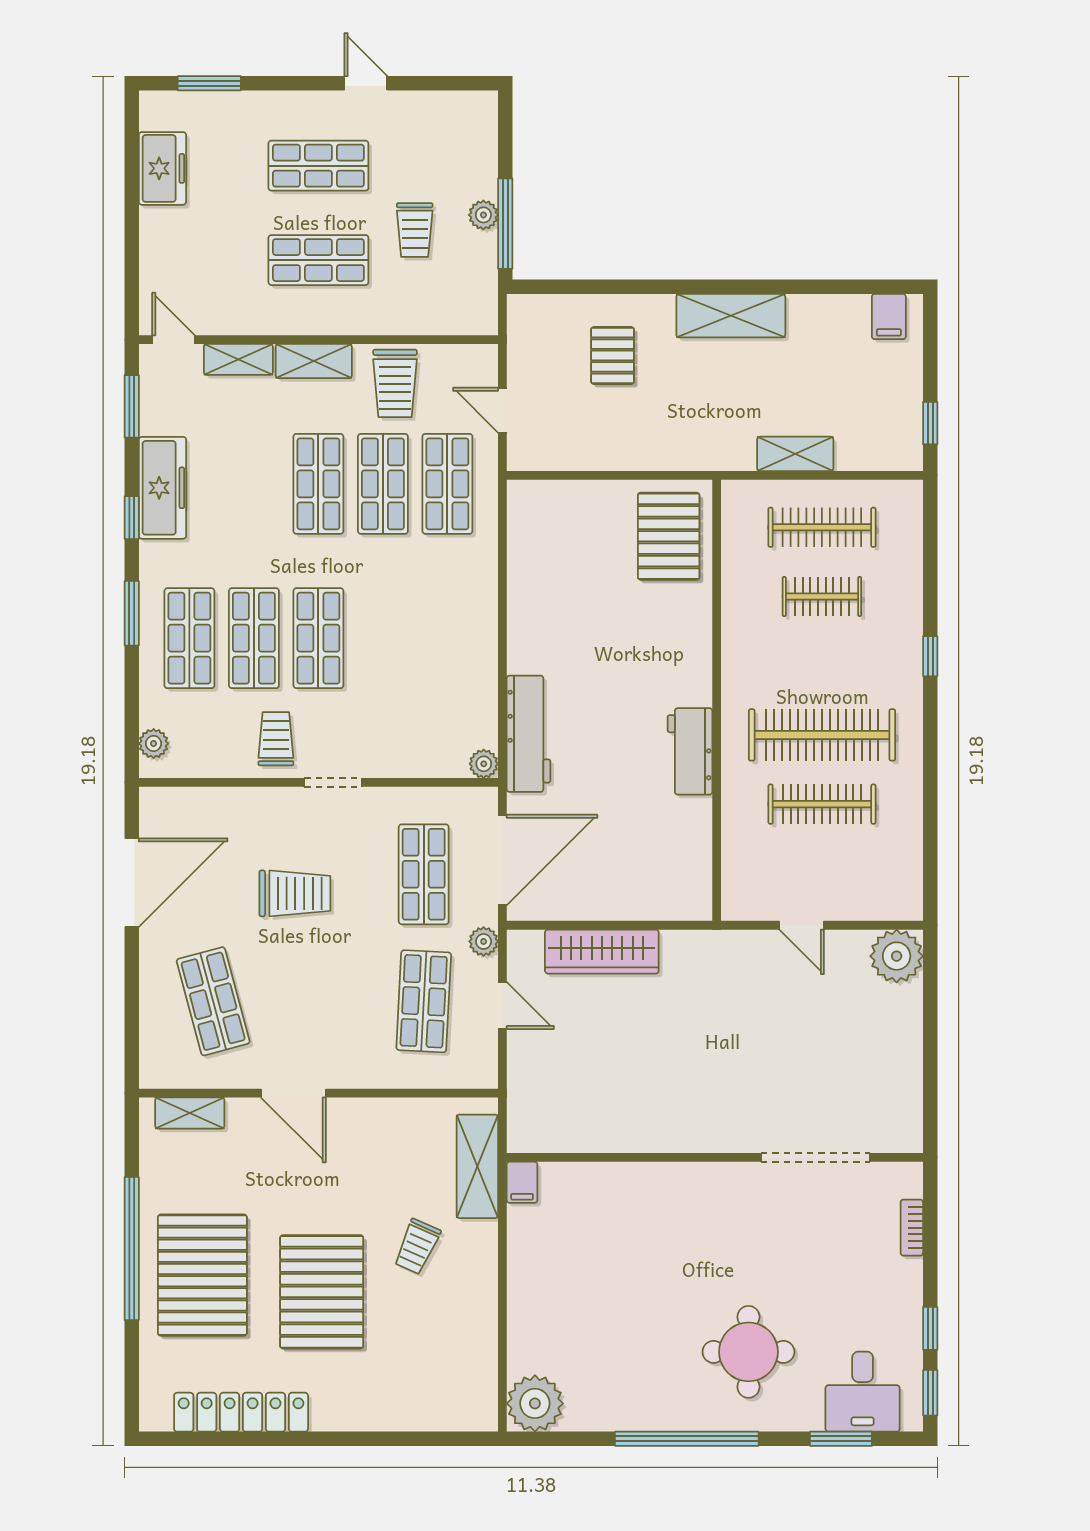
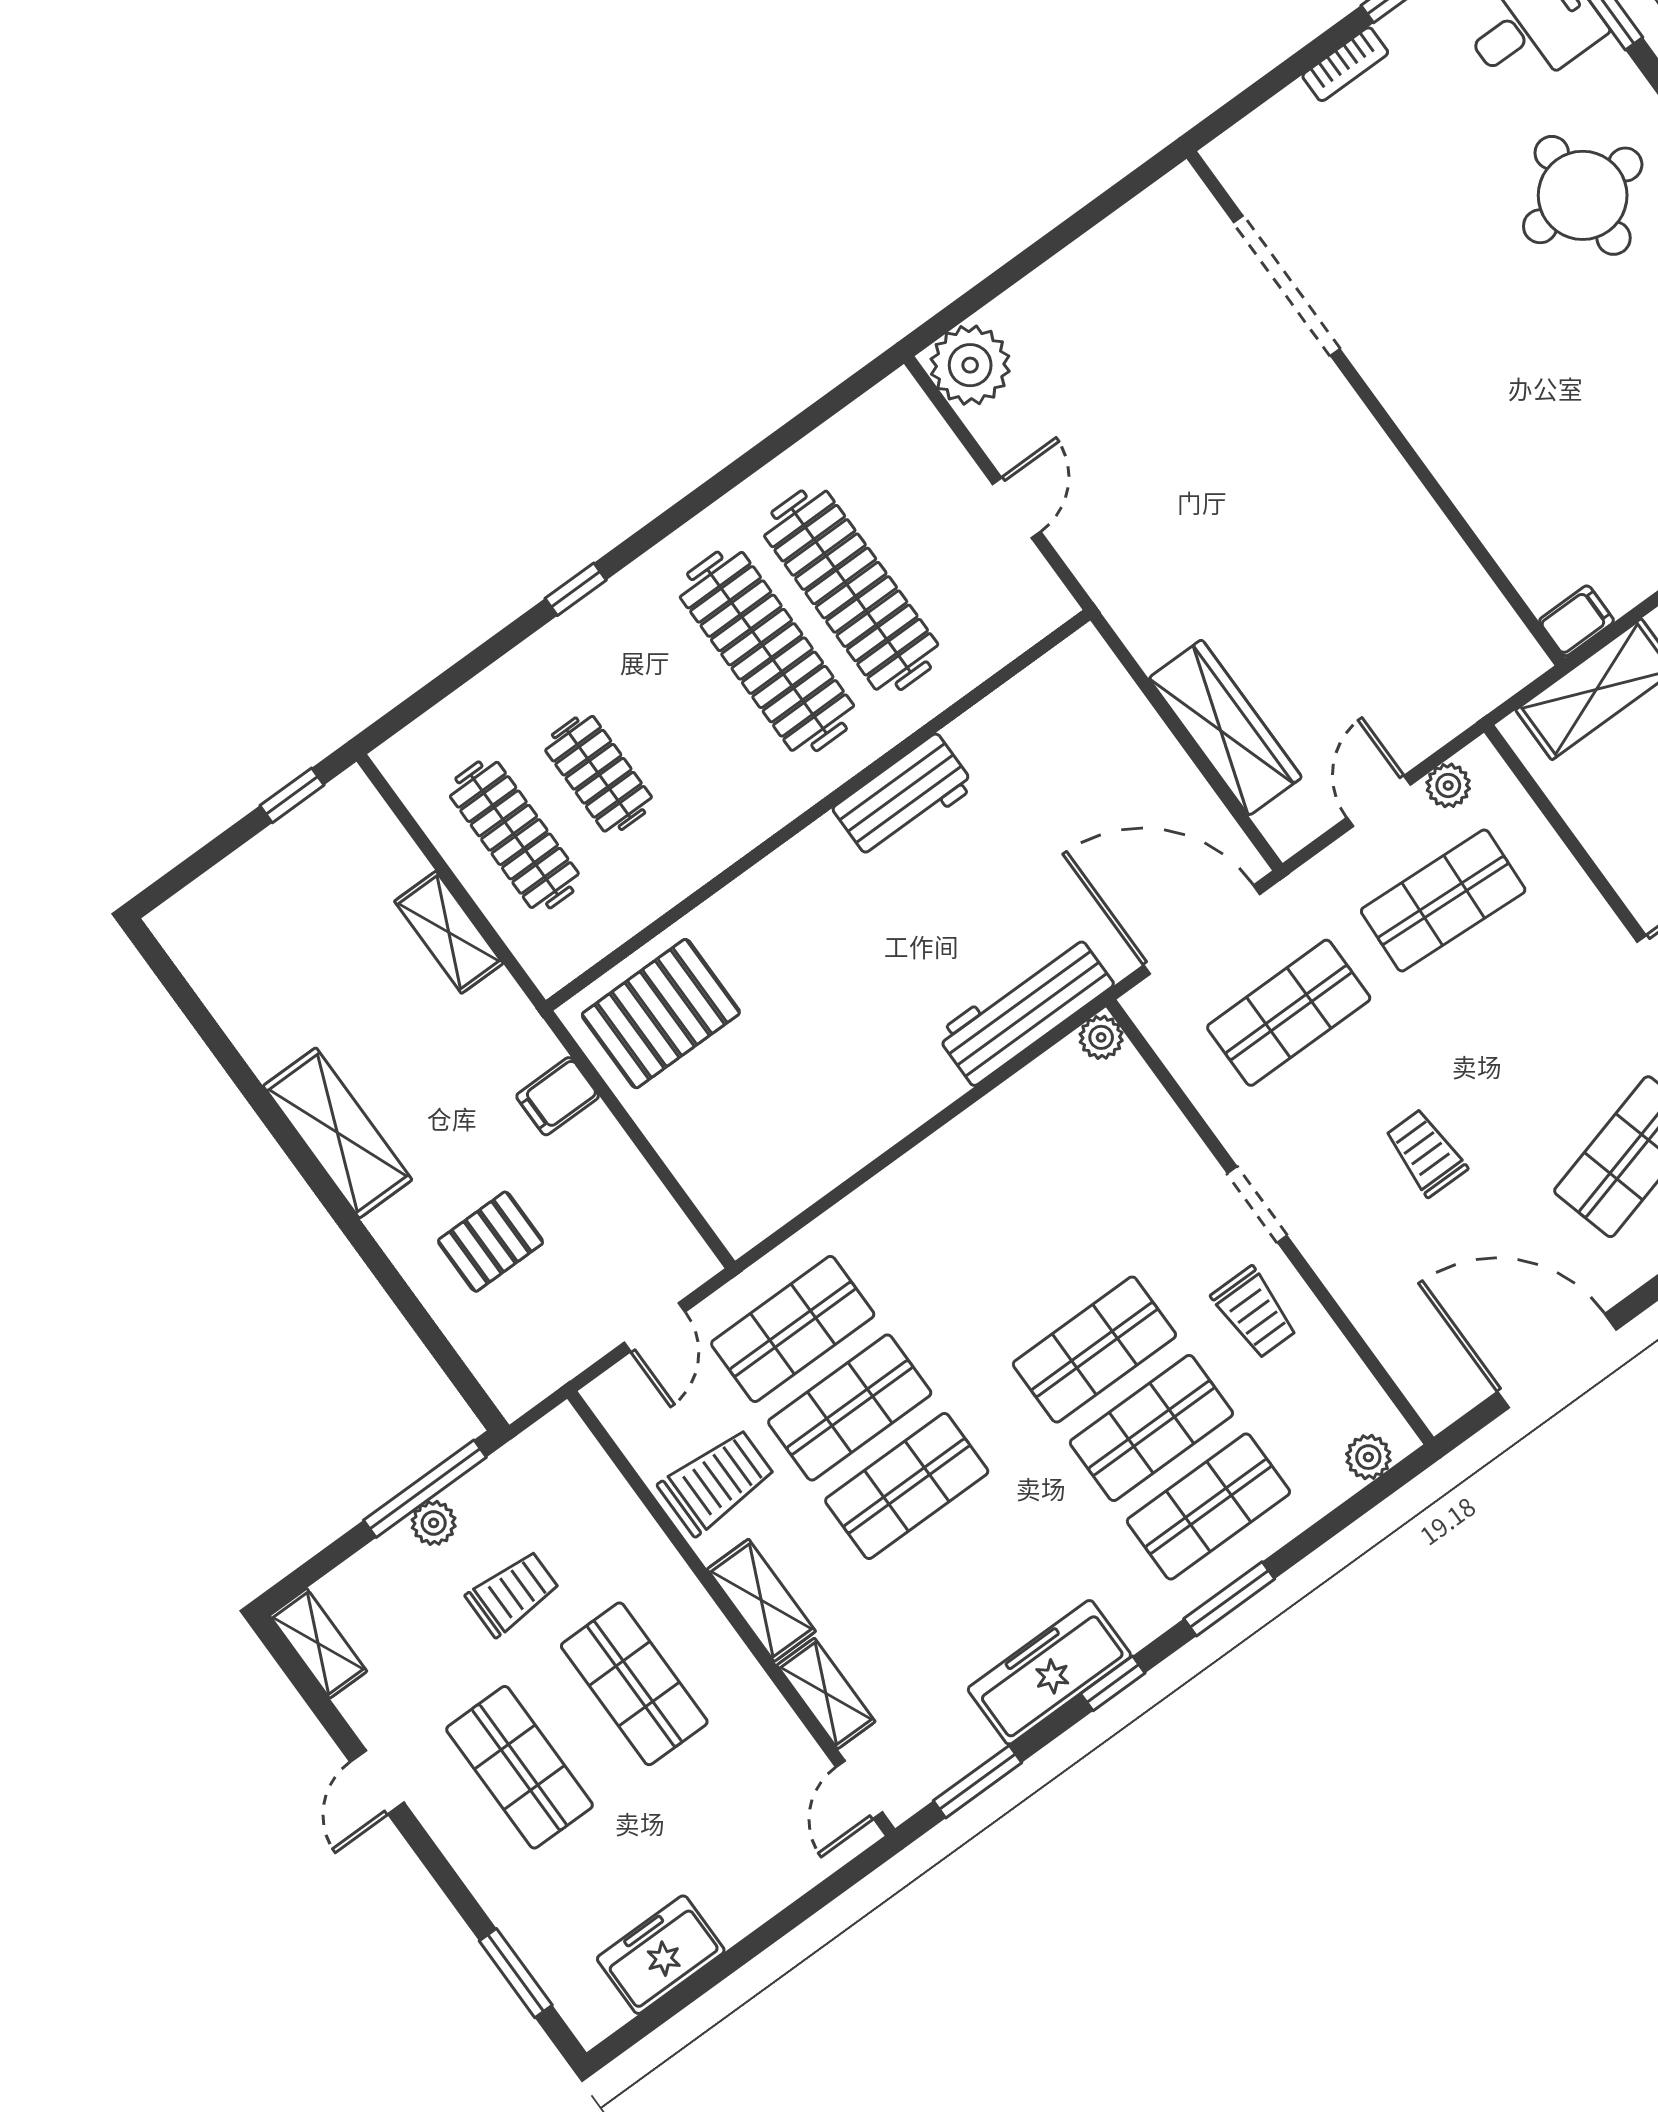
shelving: (464, 106) -> (318, 1643), added
filing cabinet: (889, 317) -> (558, 1096), moved, turned 180
trolley: (276, 739) -> (1254, 1312), turned -90
clothes rail: (822, 804) -> (851, 590), width x1.37, depth x1.31
trolley: (295, 893) -> (1426, 1153), width x0.73, depth x0.72
plant: (484, 941) -> (1448, 785), moved
bookcase: (912, 1228) -> (1345, 64), moved

